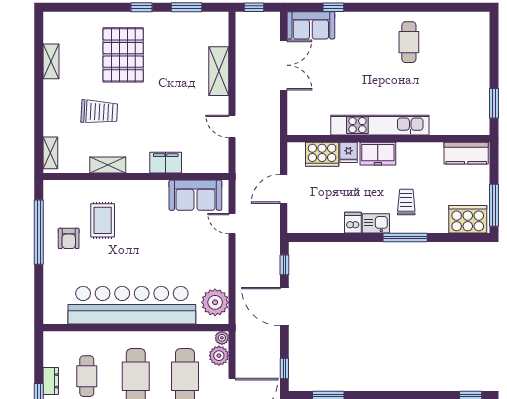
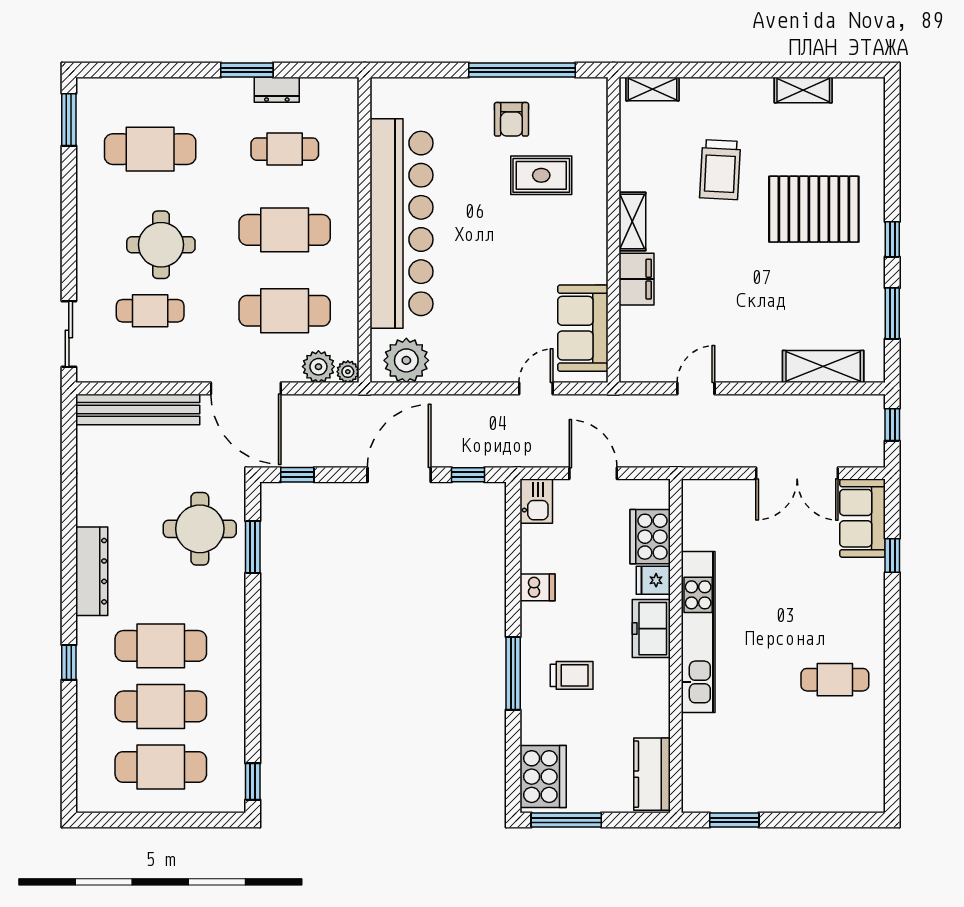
shelving: (219, 71) -> (823, 367), moved
shelving: (108, 165) -> (632, 222), moved
kitchen sink: (376, 223) -> (536, 501), moved
armchair: (69, 238) -> (511, 119), turned -90

